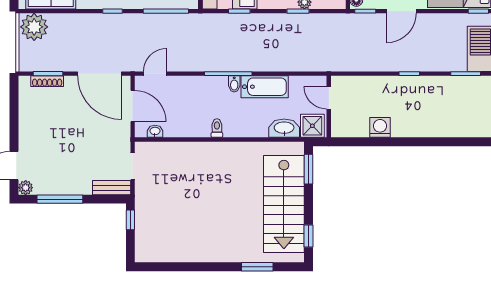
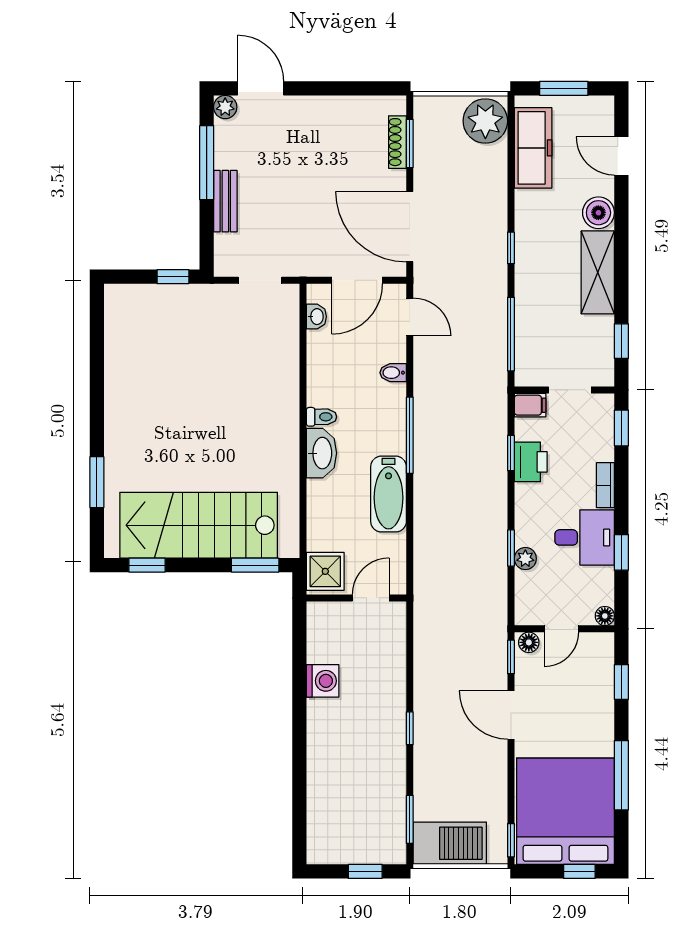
door: (99, 74) -> (410, 227), hinge flipped
bidet: (234, 84) -> (393, 373), moved
washbasin: (284, 128) -> (321, 453), moved
bench: (112, 188) -> (225, 201), moved

